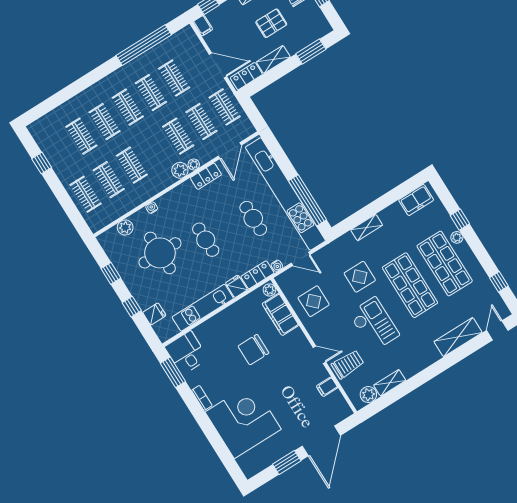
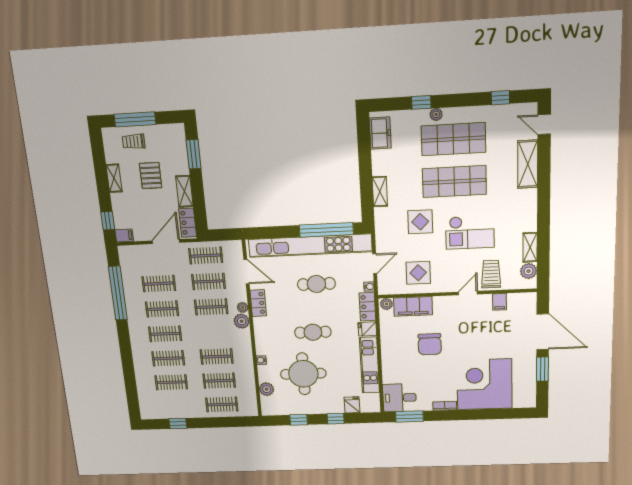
checkout: (374, 324) -> (470, 232), turned 180

